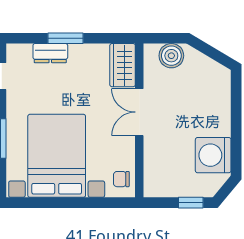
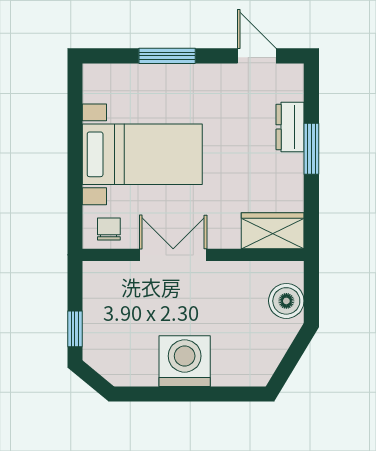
double door: (139, 112) -> (173, 255), moved
washing machine: (213, 155) -> (185, 361), moved
bed with nightstands: (57, 156) -> (142, 154), width x0.73

